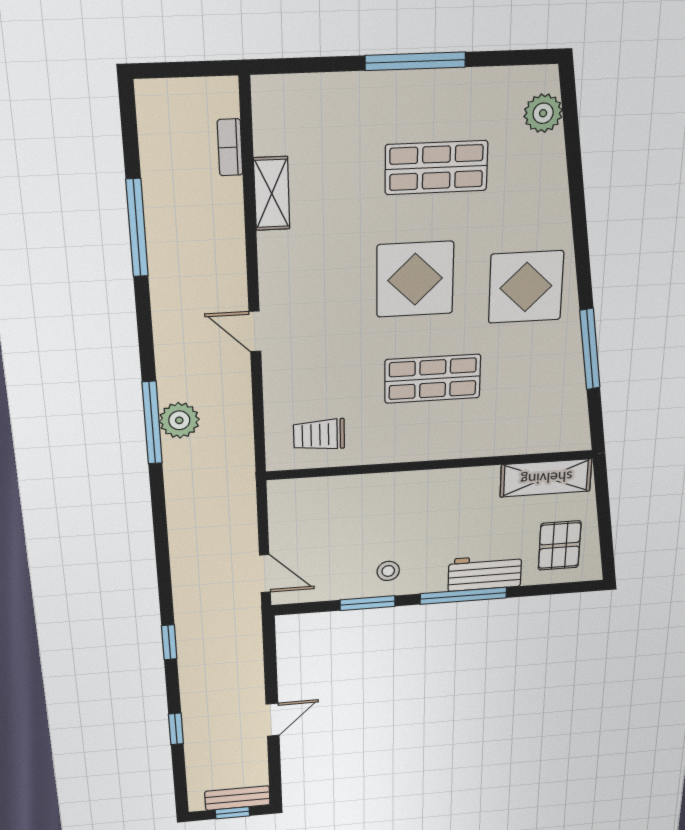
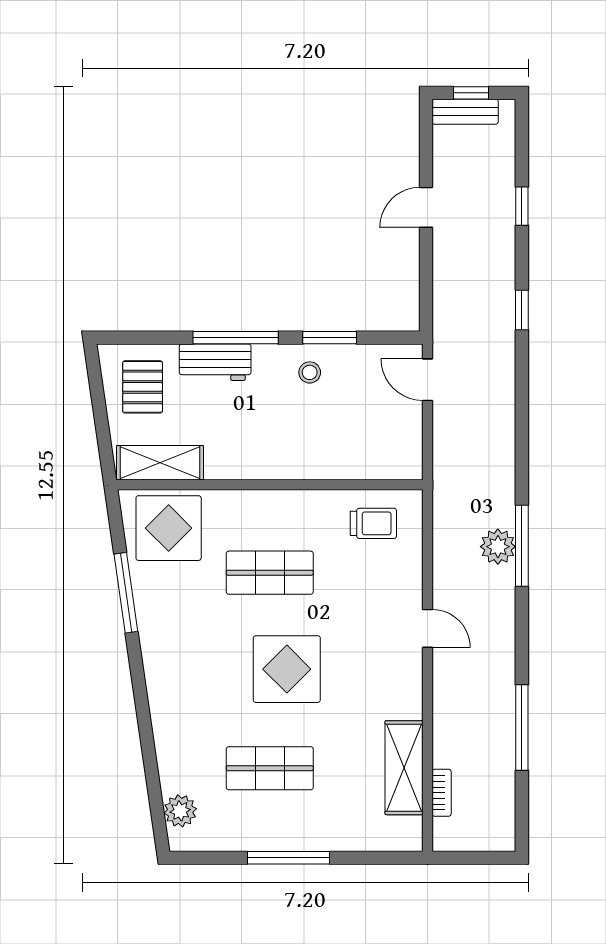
shelving: (272, 194) -> (404, 768), width x1.50, depth x1.33
display table: (526, 287) -> (169, 528), moved

